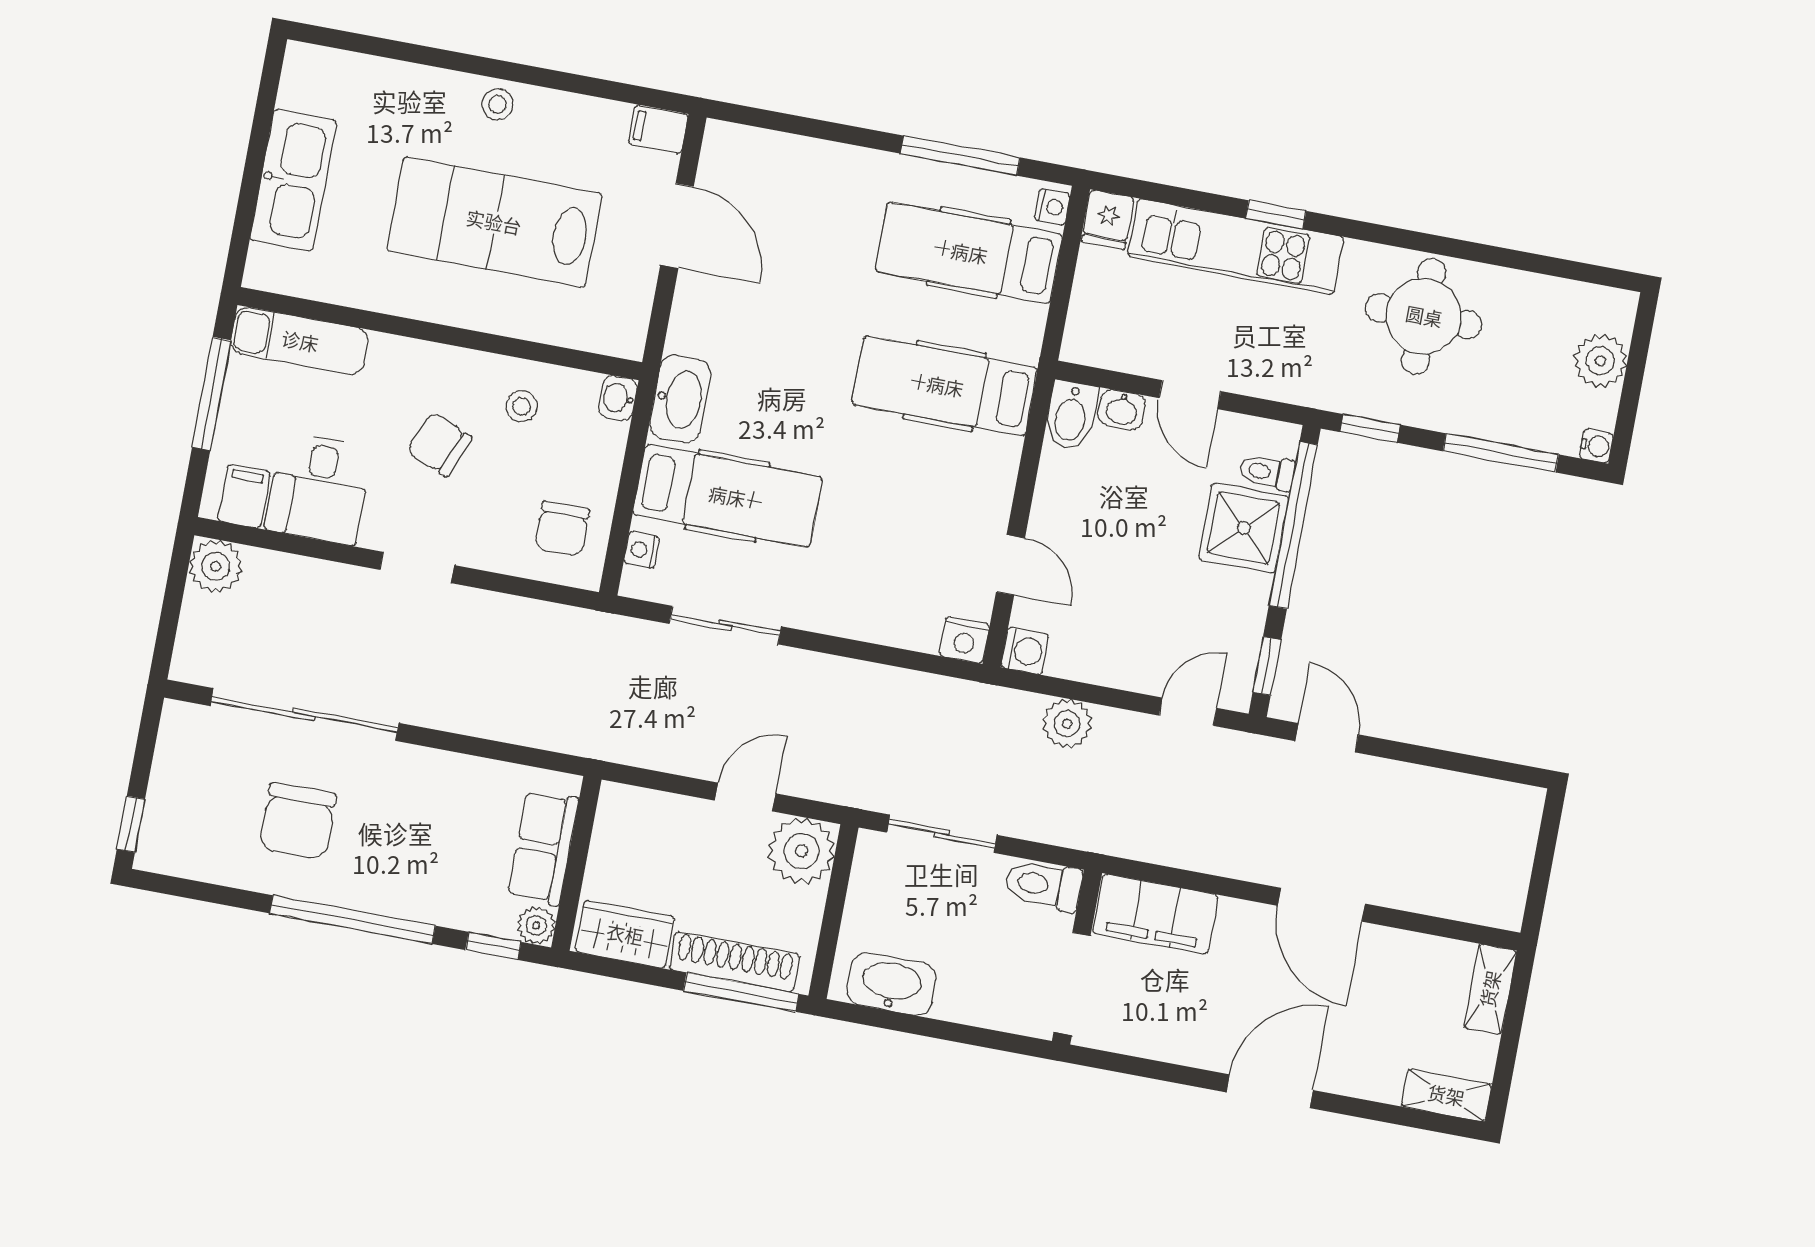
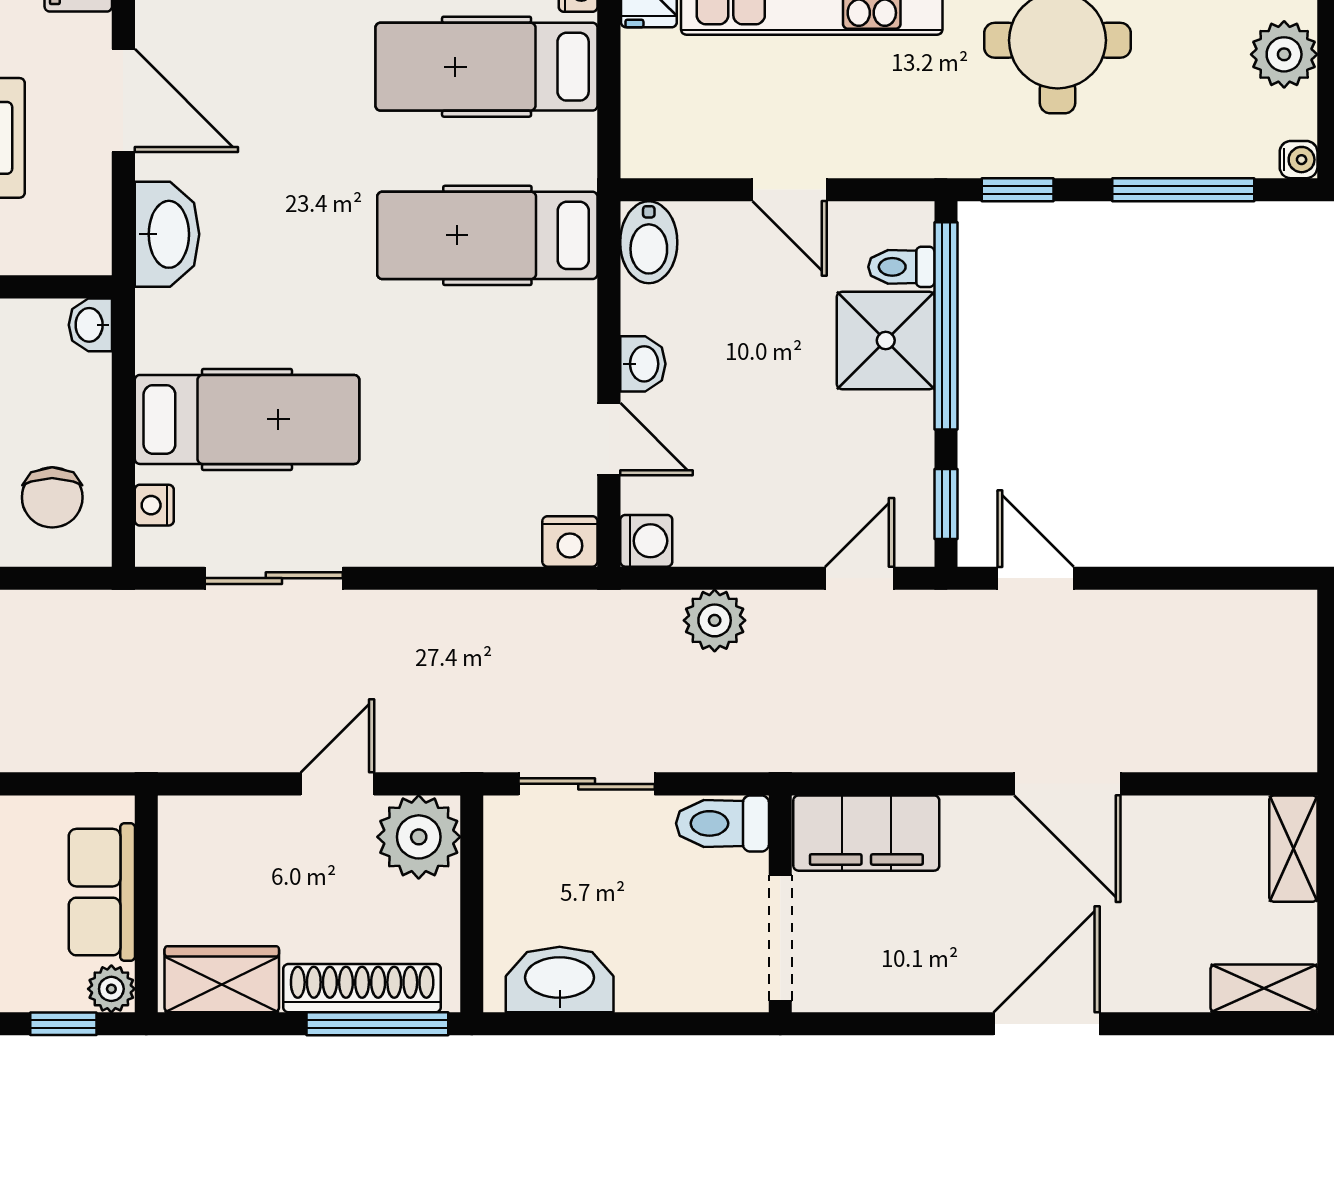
washbasin: (680, 399) -> (167, 234), moved
washbasin: (1122, 410) -> (643, 364), moved, turned -90

